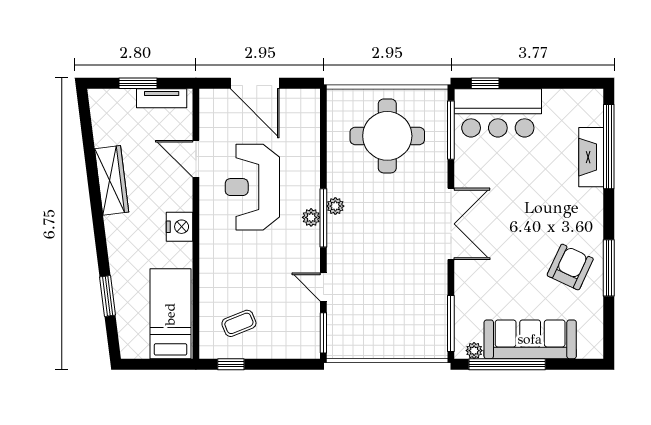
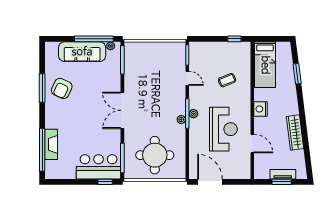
door: (255, 83) -> (210, 182), moved
tv unit: (162, 98) -> (283, 174), moved
coffee table: (239, 323) -> (227, 80), moved

